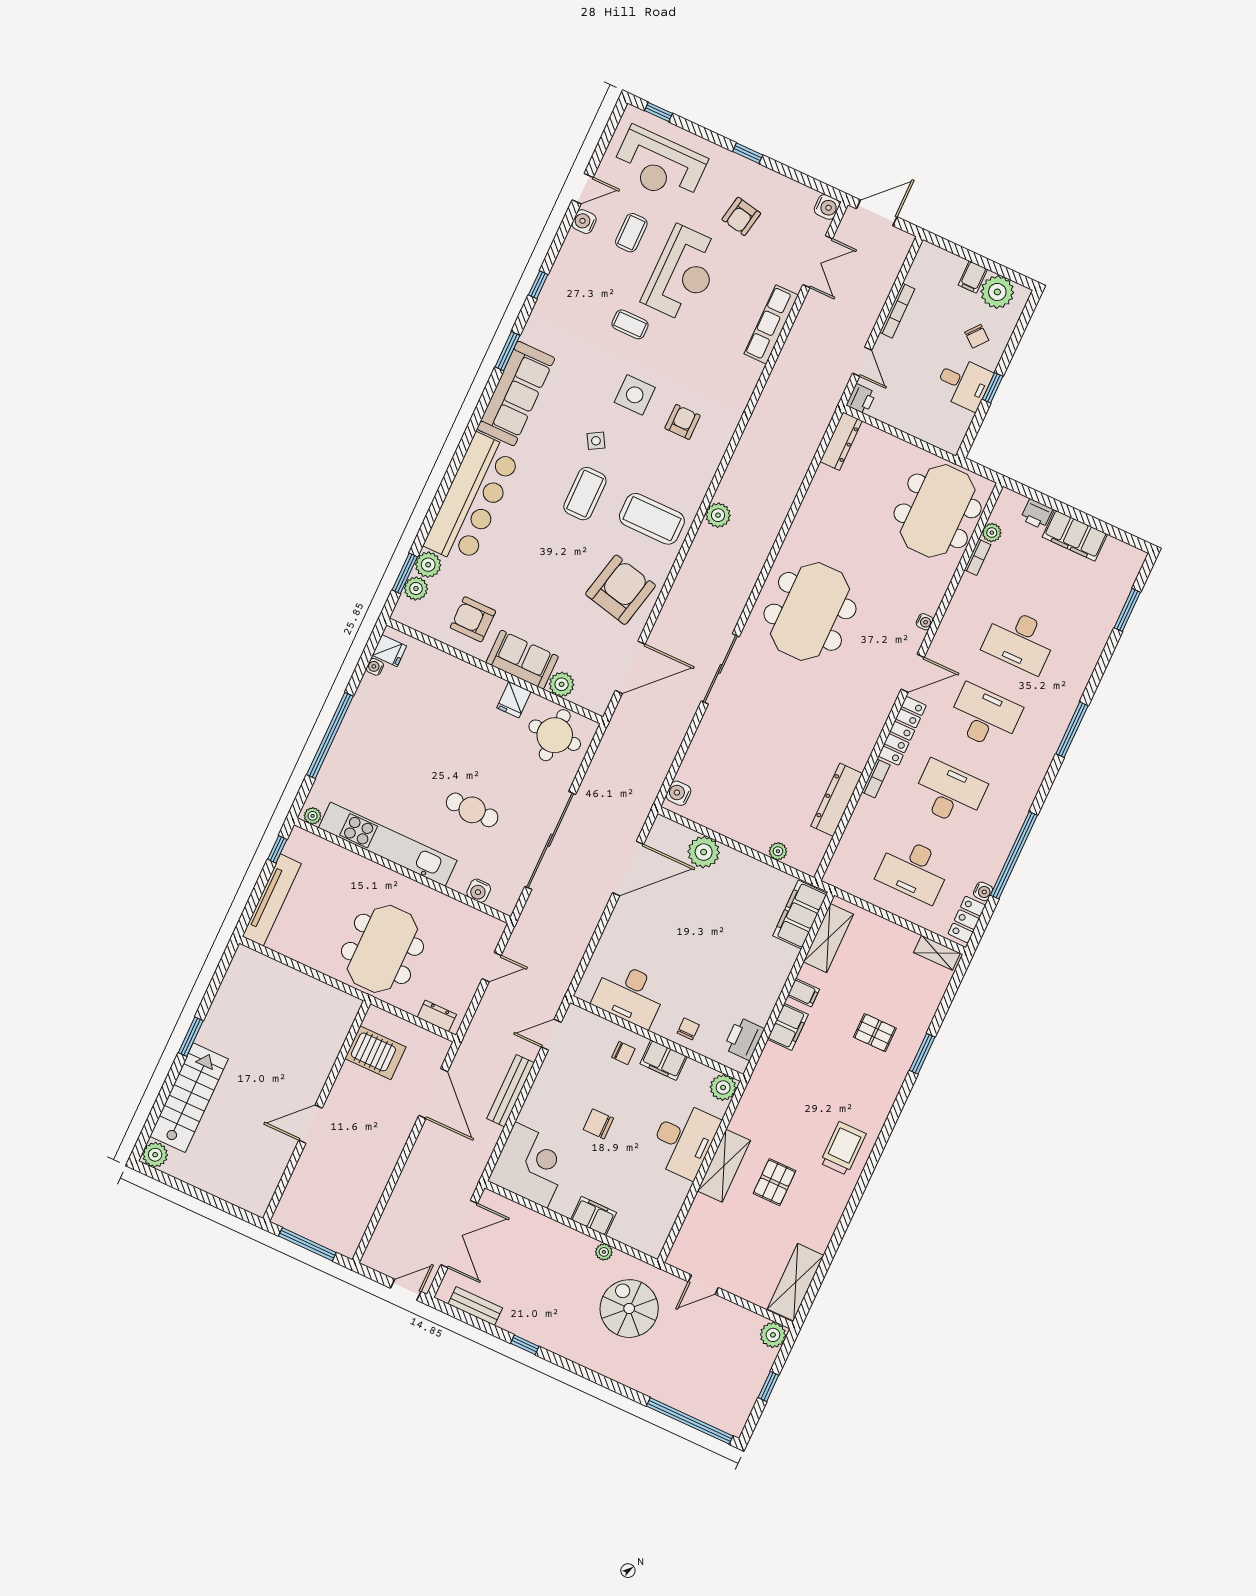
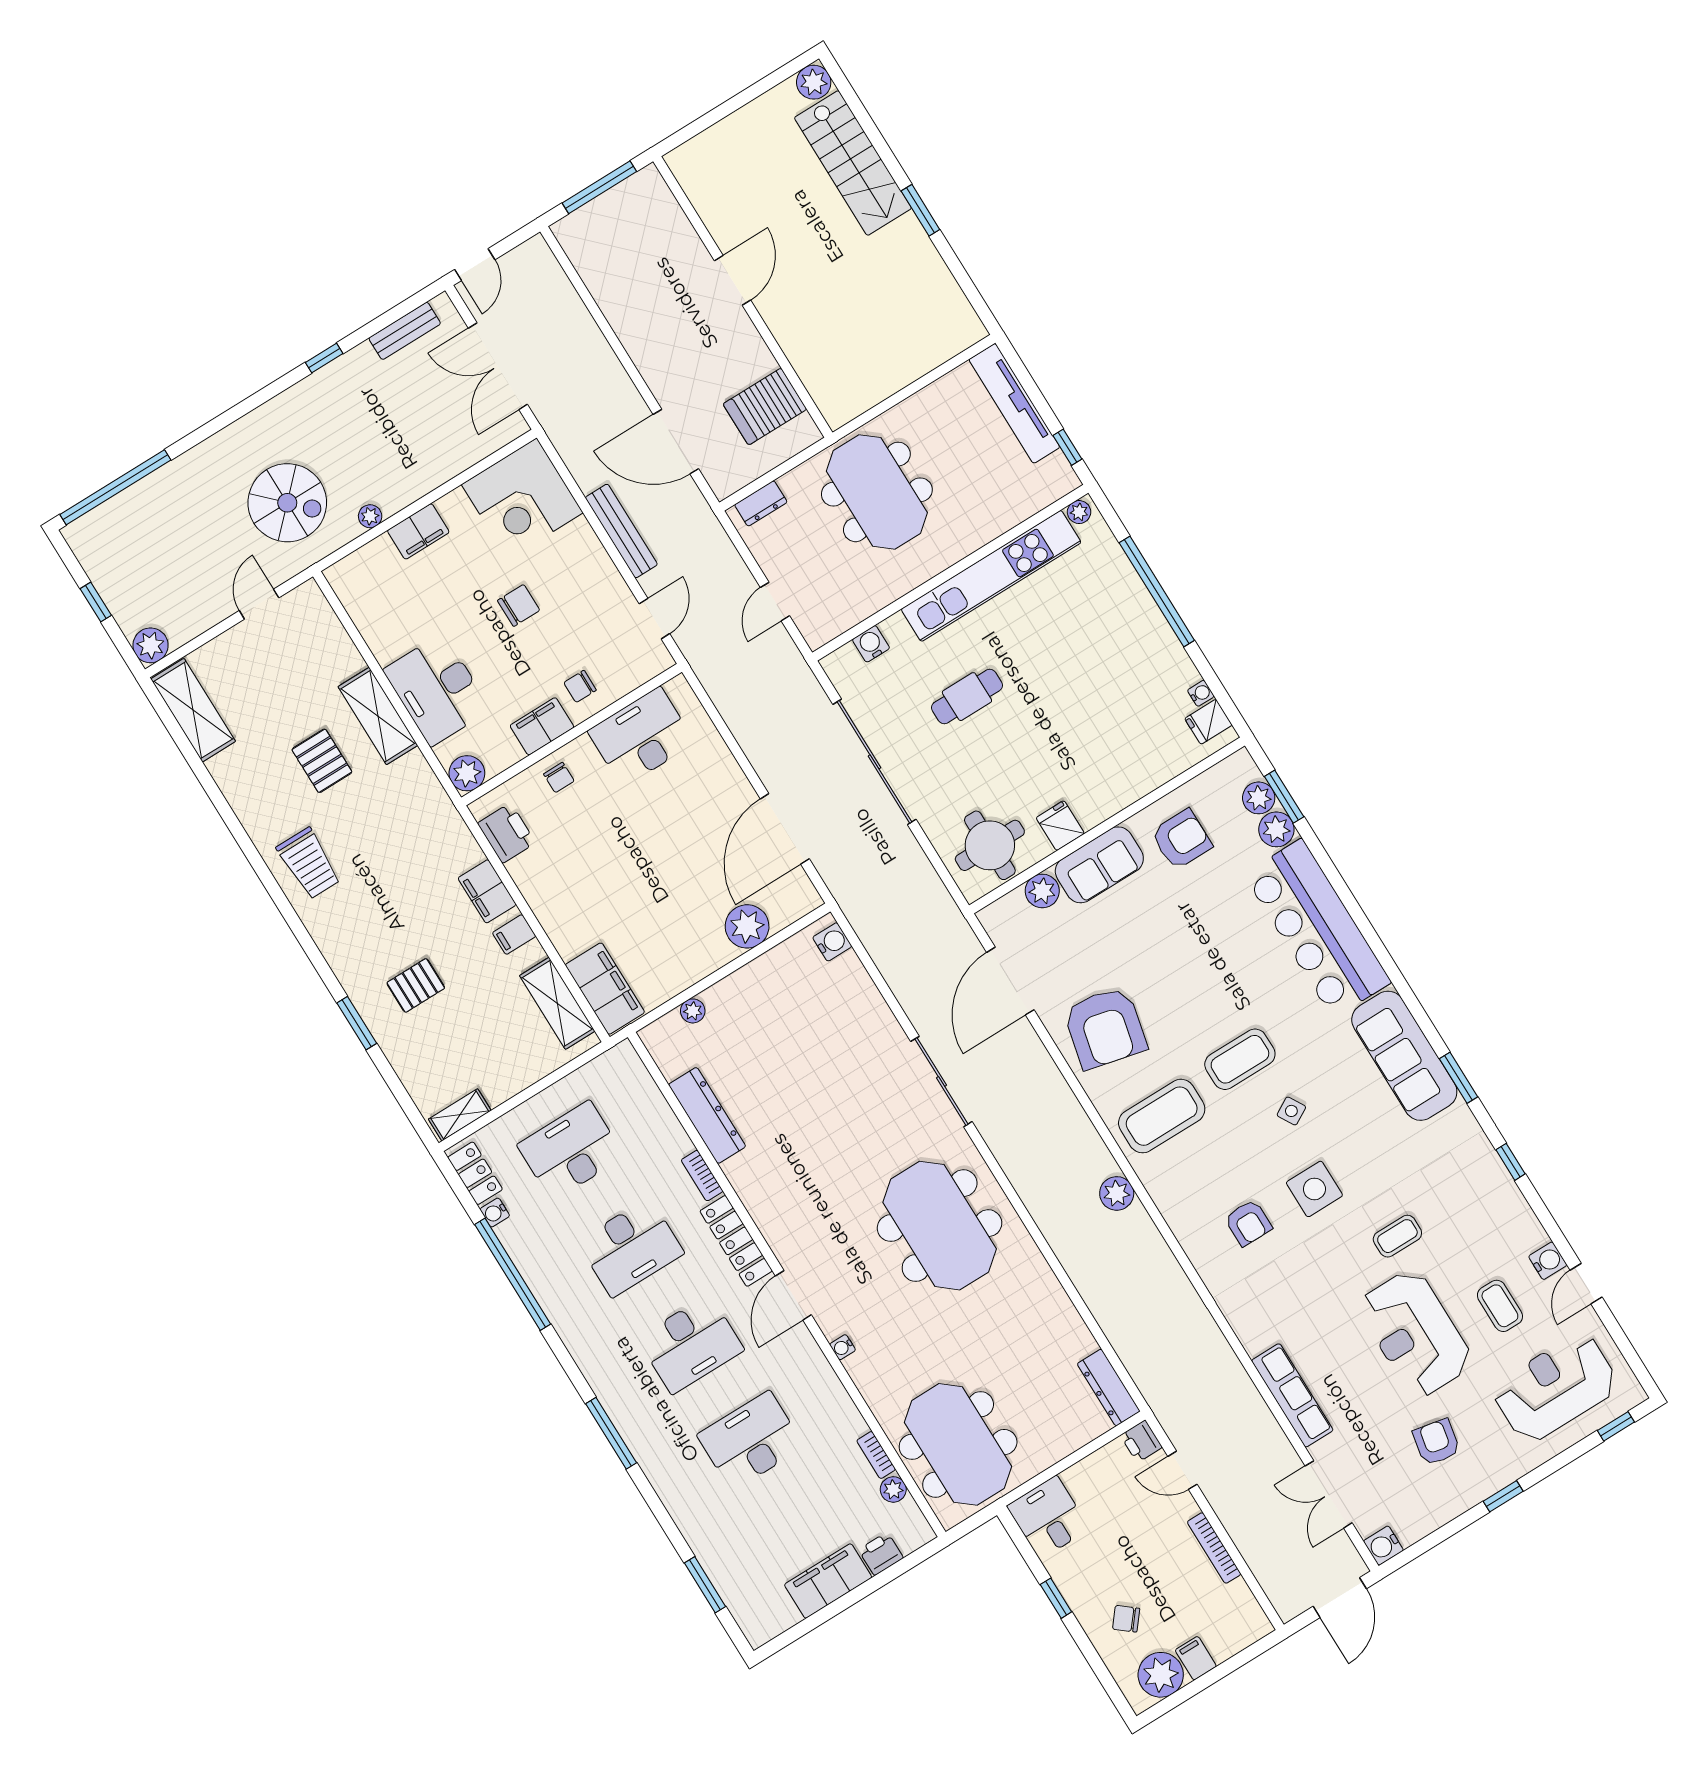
desk: (964, 383) -> (1048, 1517), moved, turned 90
coffee table: (585, 494) -> (1240, 1059), turned 90

